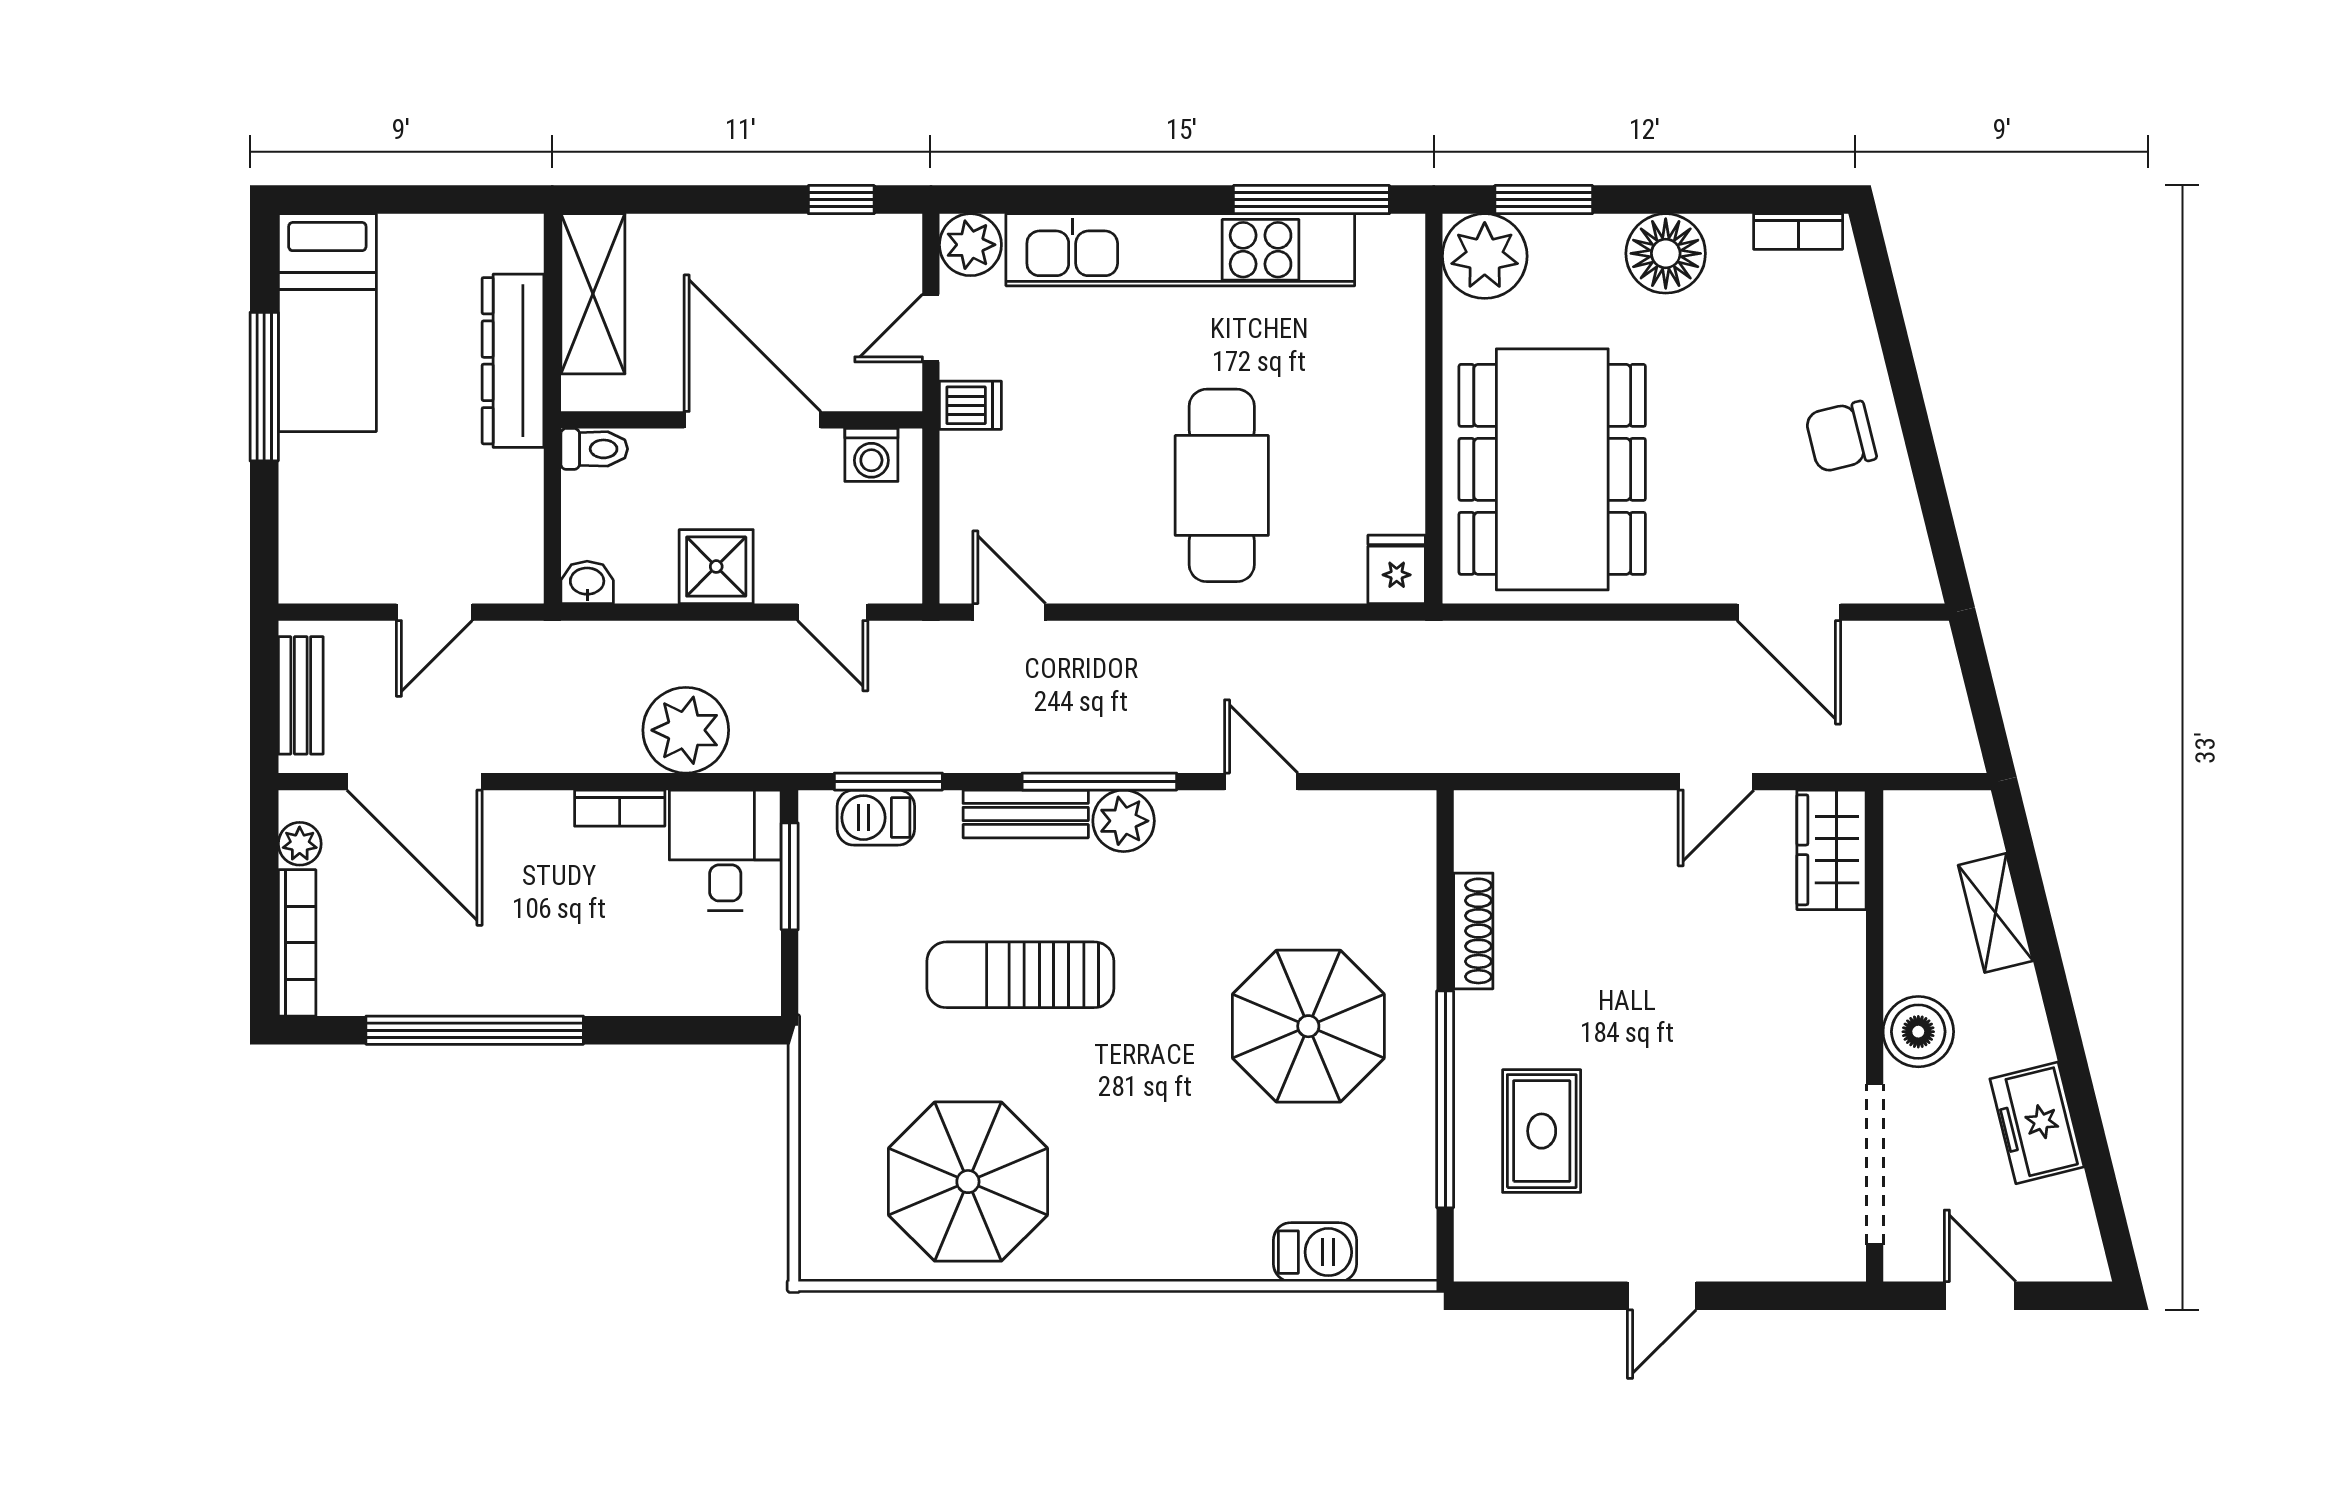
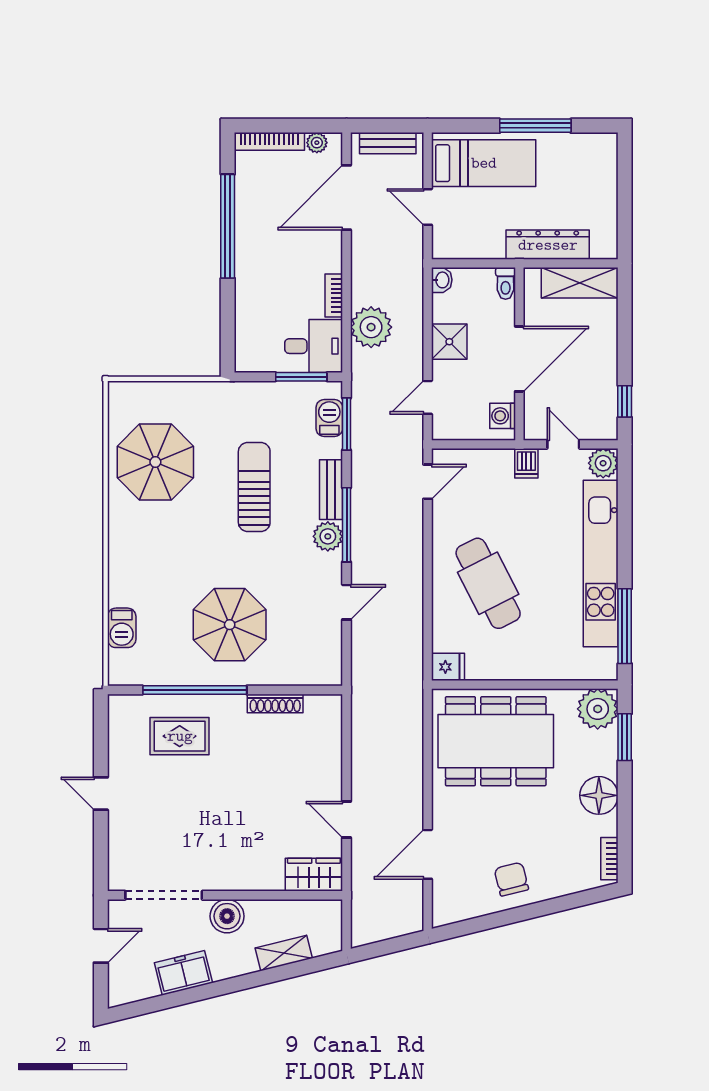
bed: (327, 323) -> (484, 163), moved, turned 180
cafe table: (1222, 485) -> (488, 583), turned 63

